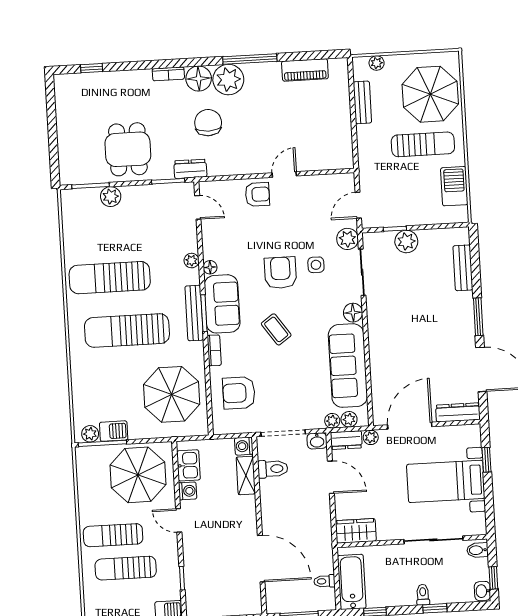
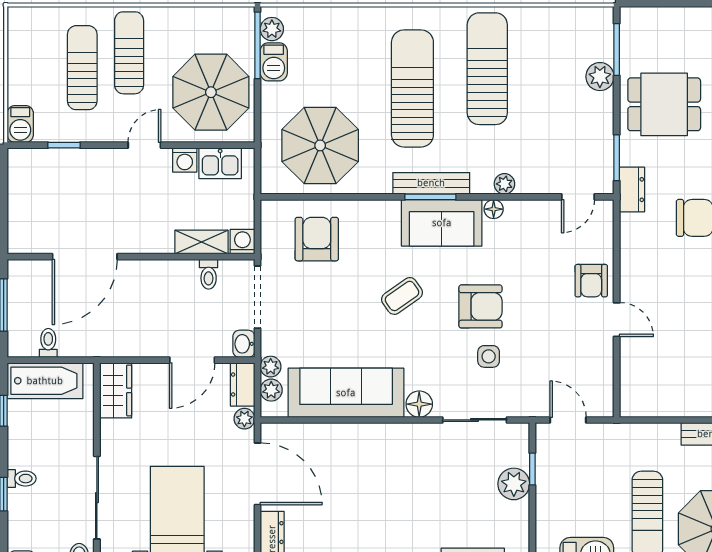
plant: (347, 239) -> (522, 402), removed
bookcase: (214, 350) -> (378, 208), removed
toilet: (273, 469) -> (209, 274), width x0.73, depth x0.72

